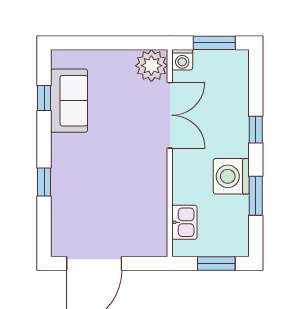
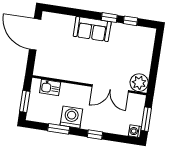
washing machine: (182, 60) -> (135, 131), moved
sofa: (69, 101) -> (92, 29), moved
window: (44, 182) -> (109, 18), moved

